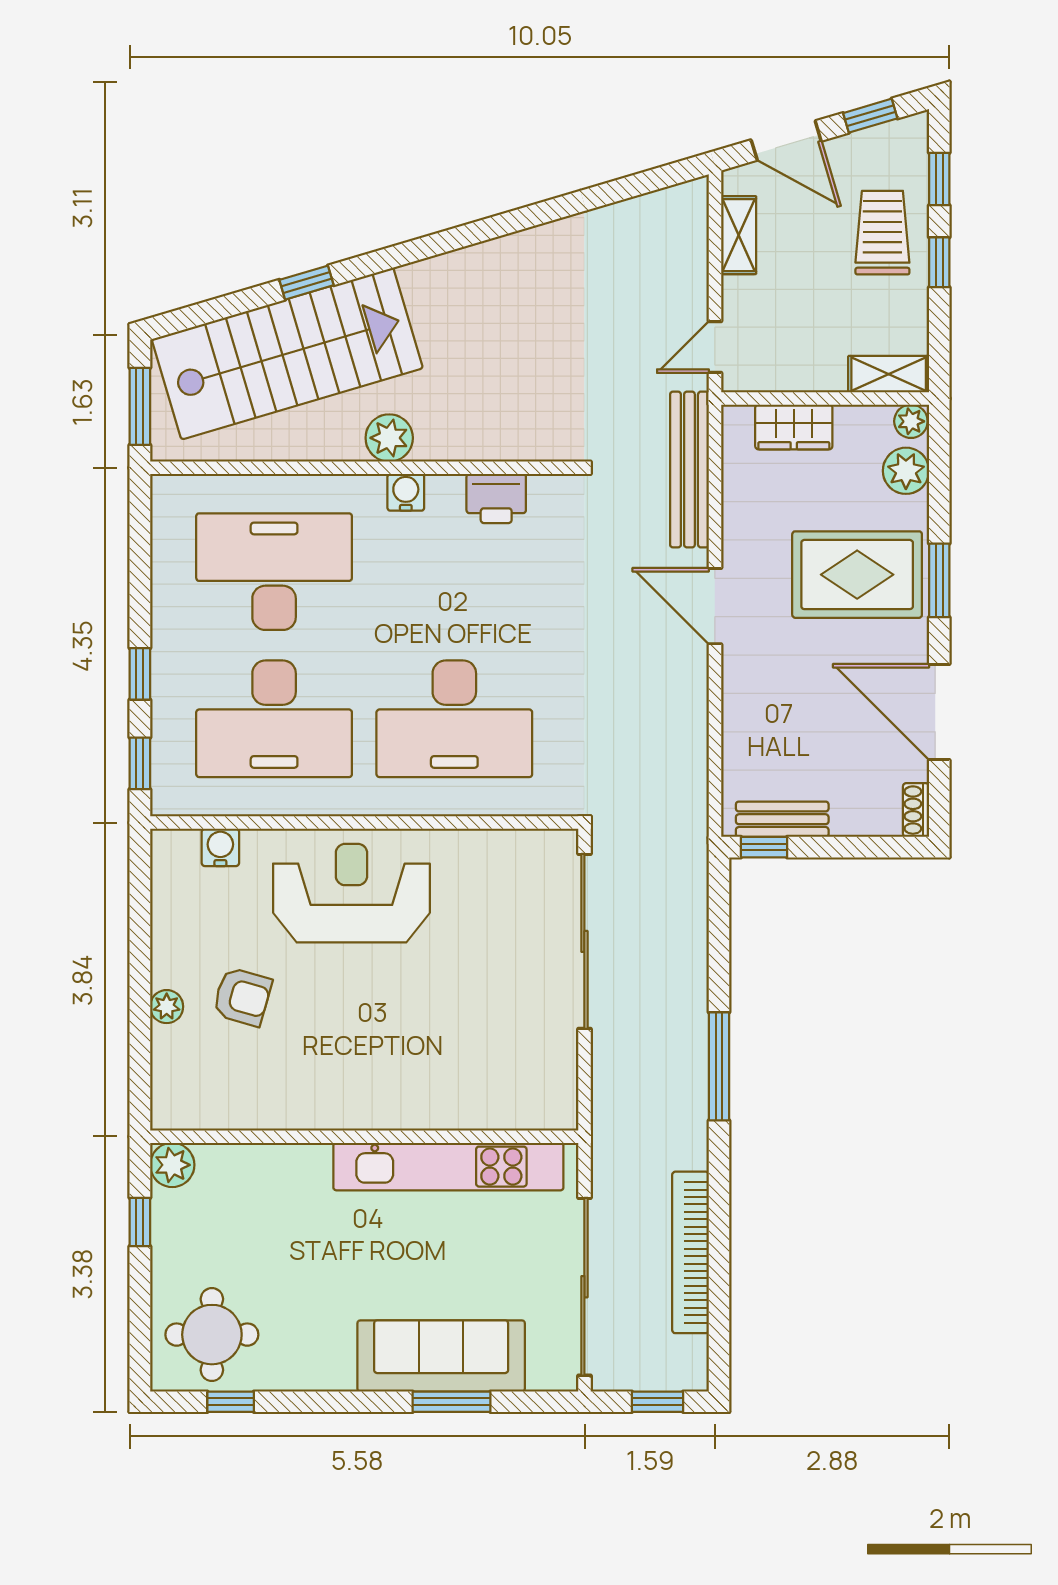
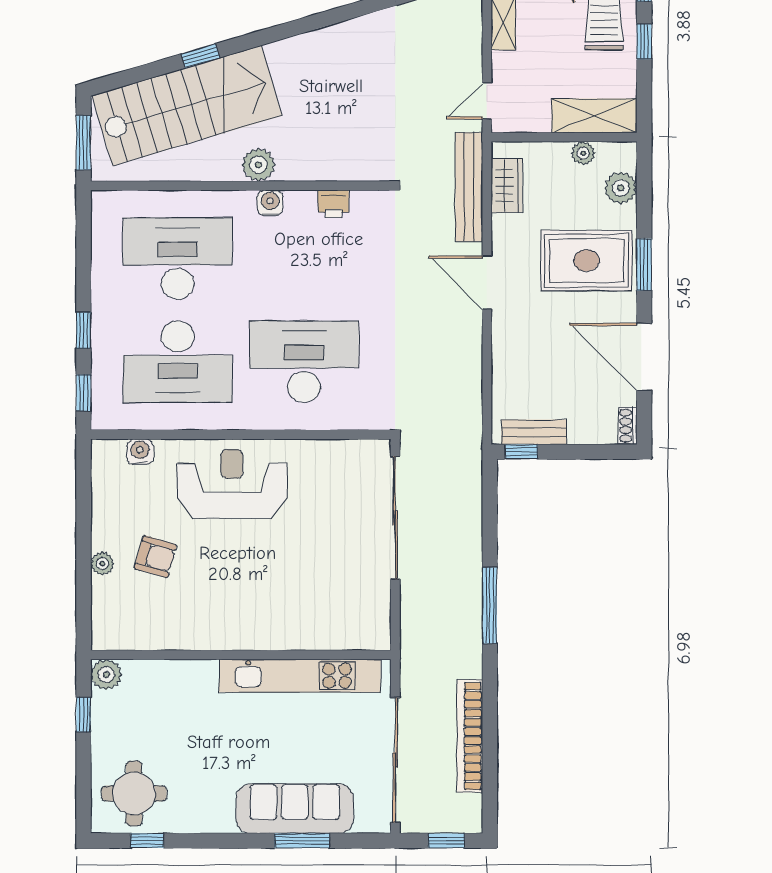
shelving: (889, 374) -> (594, 116), width x1.50, depth x1.33
plant: (911, 421) -> (583, 153), moved
wardrobe: (794, 427) -> (507, 186), moved, turned -90
printer: (496, 498) -> (333, 204), width x0.73, depth x0.81
desk: (454, 719) -> (304, 362), turned 180

